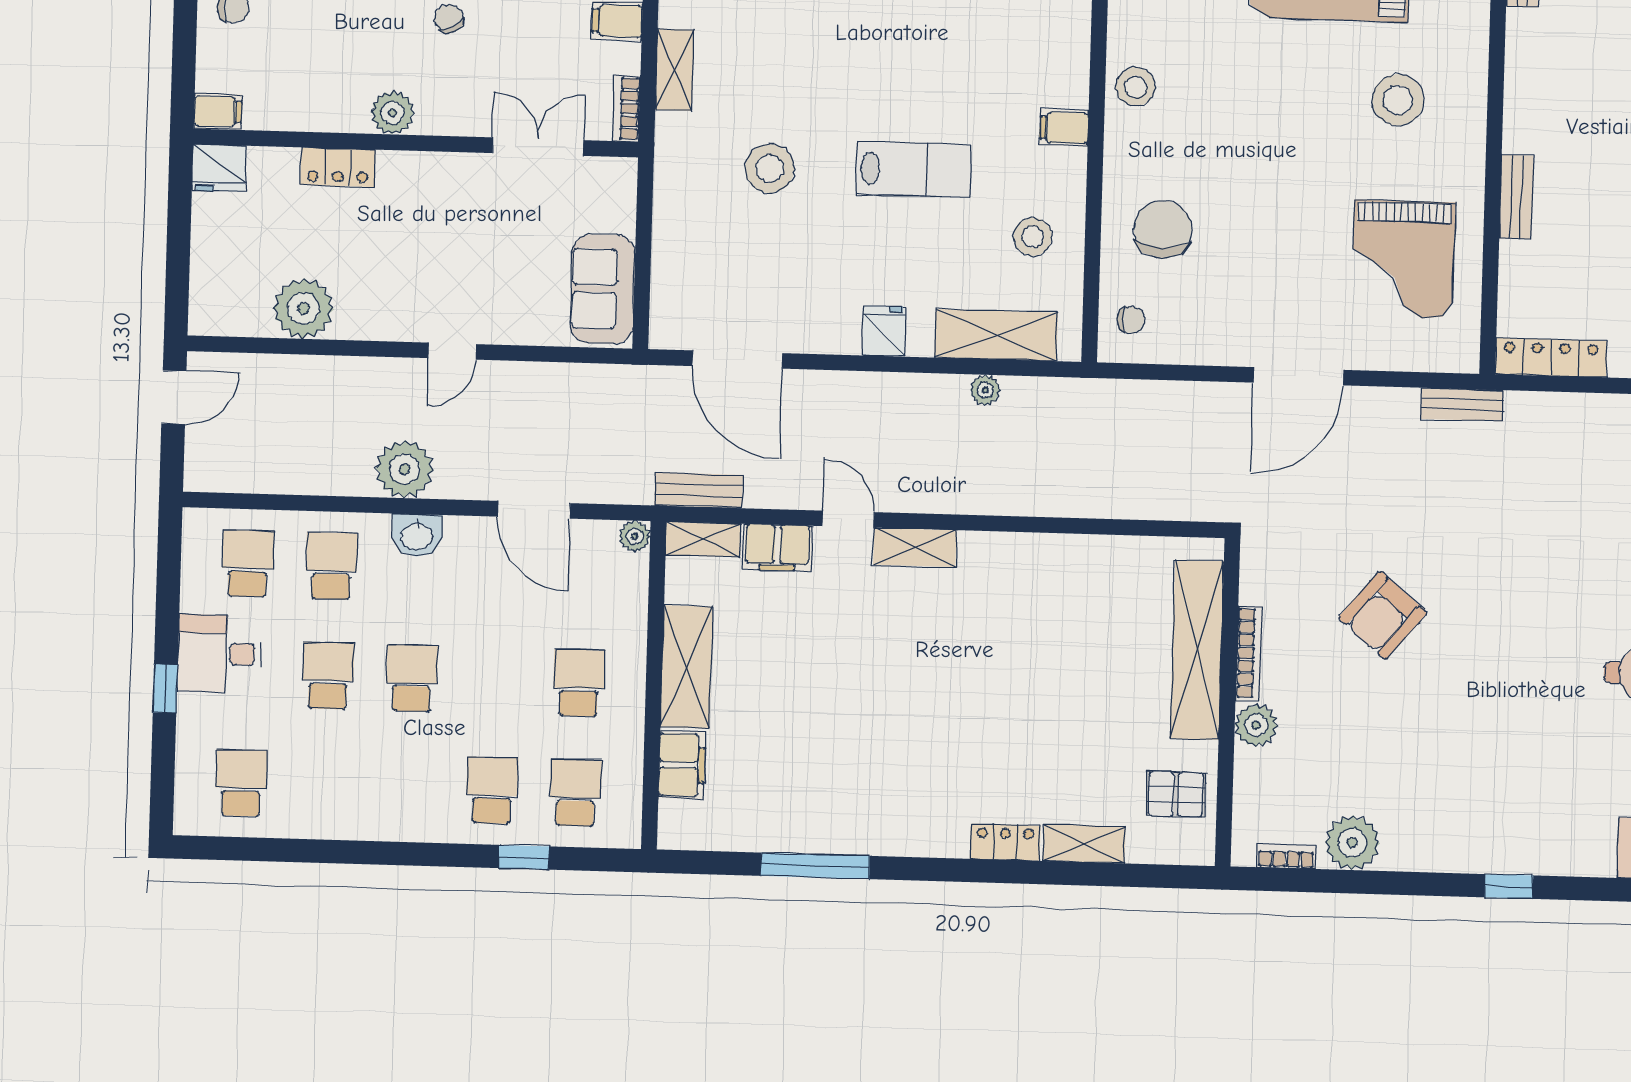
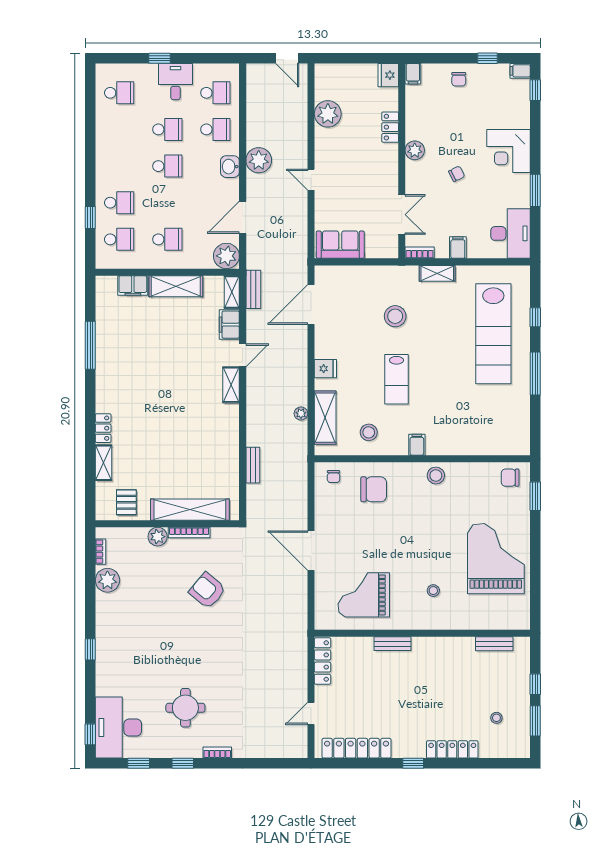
stool: (1398, 100) -> (433, 591), width x0.53, depth x0.53
bench: (1462, 405) -> (253, 465), moved
plant: (635, 536) -> (226, 256), width x1.88, depth x1.88

